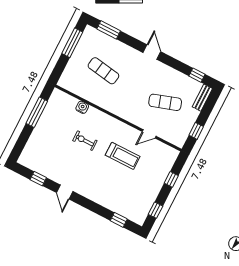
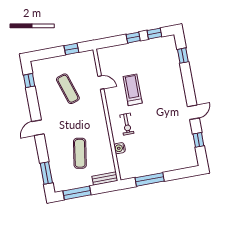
bench: (202, 98) -> (105, 178), moved
exercise bike: (85, 141) -> (127, 124), moved
window: (171, 179) -> (133, 38), moved

